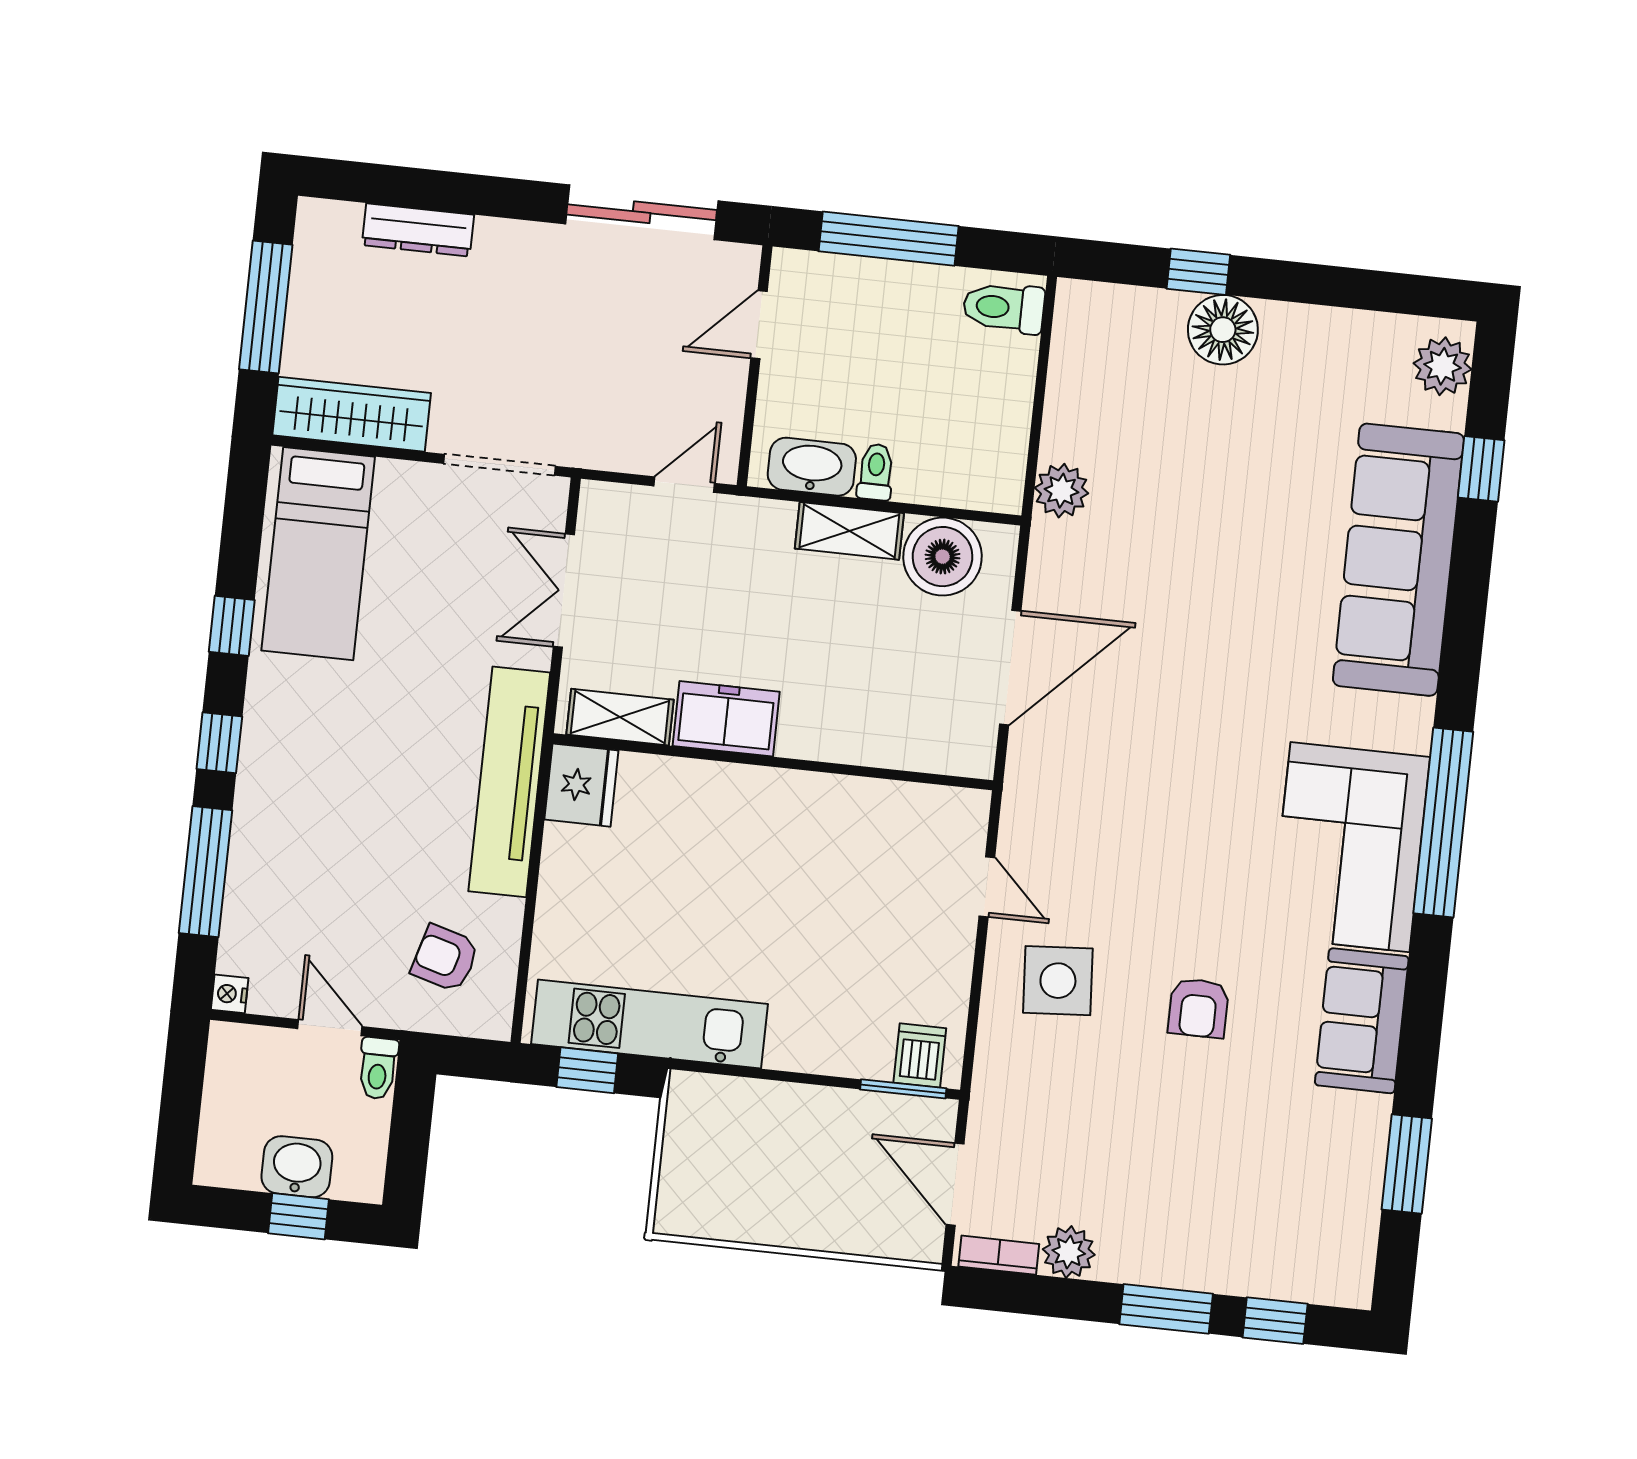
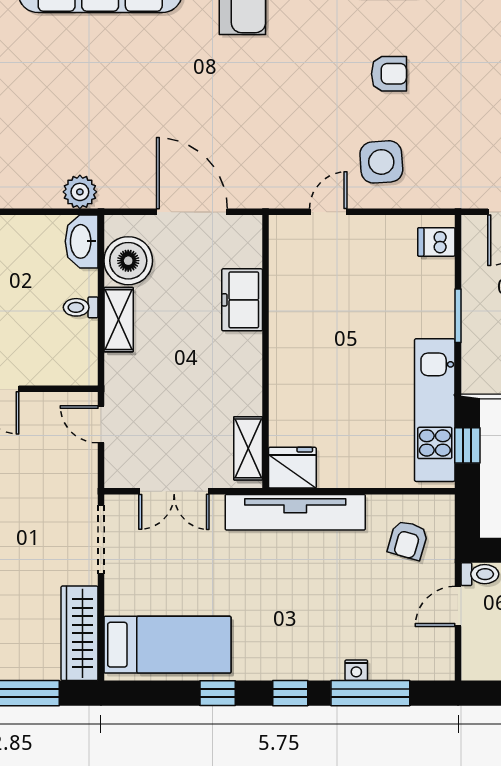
washbasin: (812, 467) -> (82, 241), moved
freezer: (726, 719) -> (242, 300), moved
nightstand: (230, 994) -> (356, 670), moved
window: (903, 1089) -> (458, 316), moved

